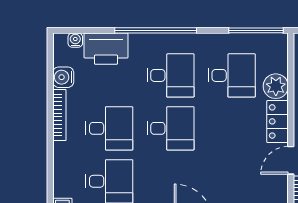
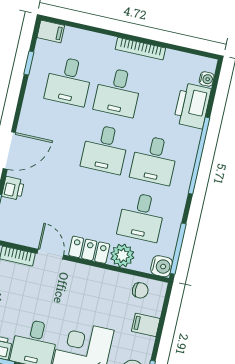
water cooler: (63, 77) -> (162, 266), moved, turned 90

